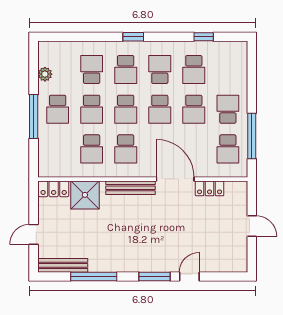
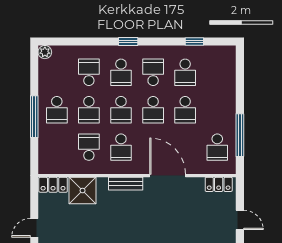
plant: (45, 74) -> (45, 52), moved
school desk: (228, 109) -> (217, 110), removed
school desk: (92, 149) -> (89, 147), turned 180
bench: (131, 188) -> (126, 184), width x0.73
locker: (210, 188) -> (219, 184), moved

